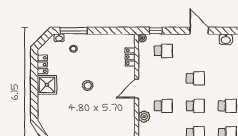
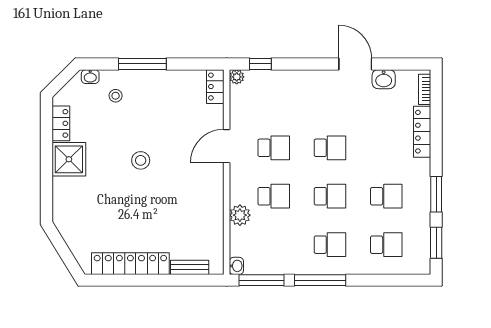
window: (74, 31) -> (142, 64), moved
door: (199, 31) -> (355, 64), moved
school desk: (163, 51) -> (274, 148), moved
locker: (130, 57) -> (215, 87), moved
door: (137, 89) -> (227, 146), moved

